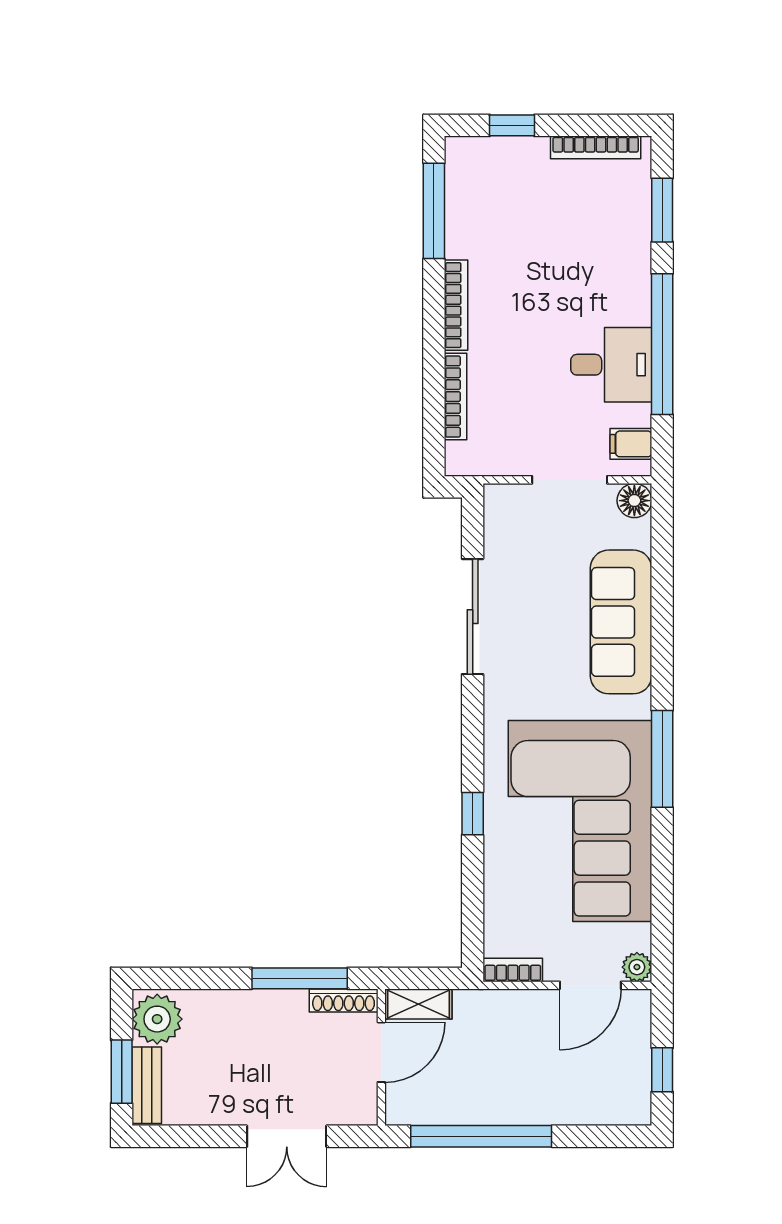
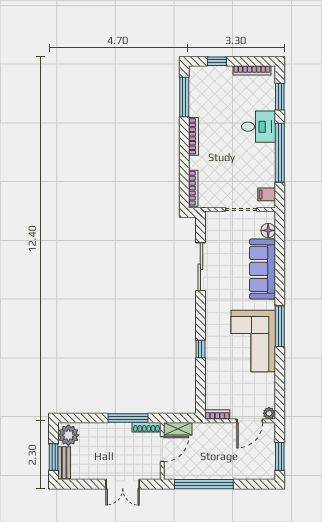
desk: (611, 365) -> (258, 127), moved
bookcase: (456, 397) -> (193, 188), moved
floor lamp: (634, 501) -> (268, 230), moved
corner sofa: (580, 821) -> (253, 341), width x0.73, depth x0.74
window: (662, 1070) -> (280, 456), width x1.50

